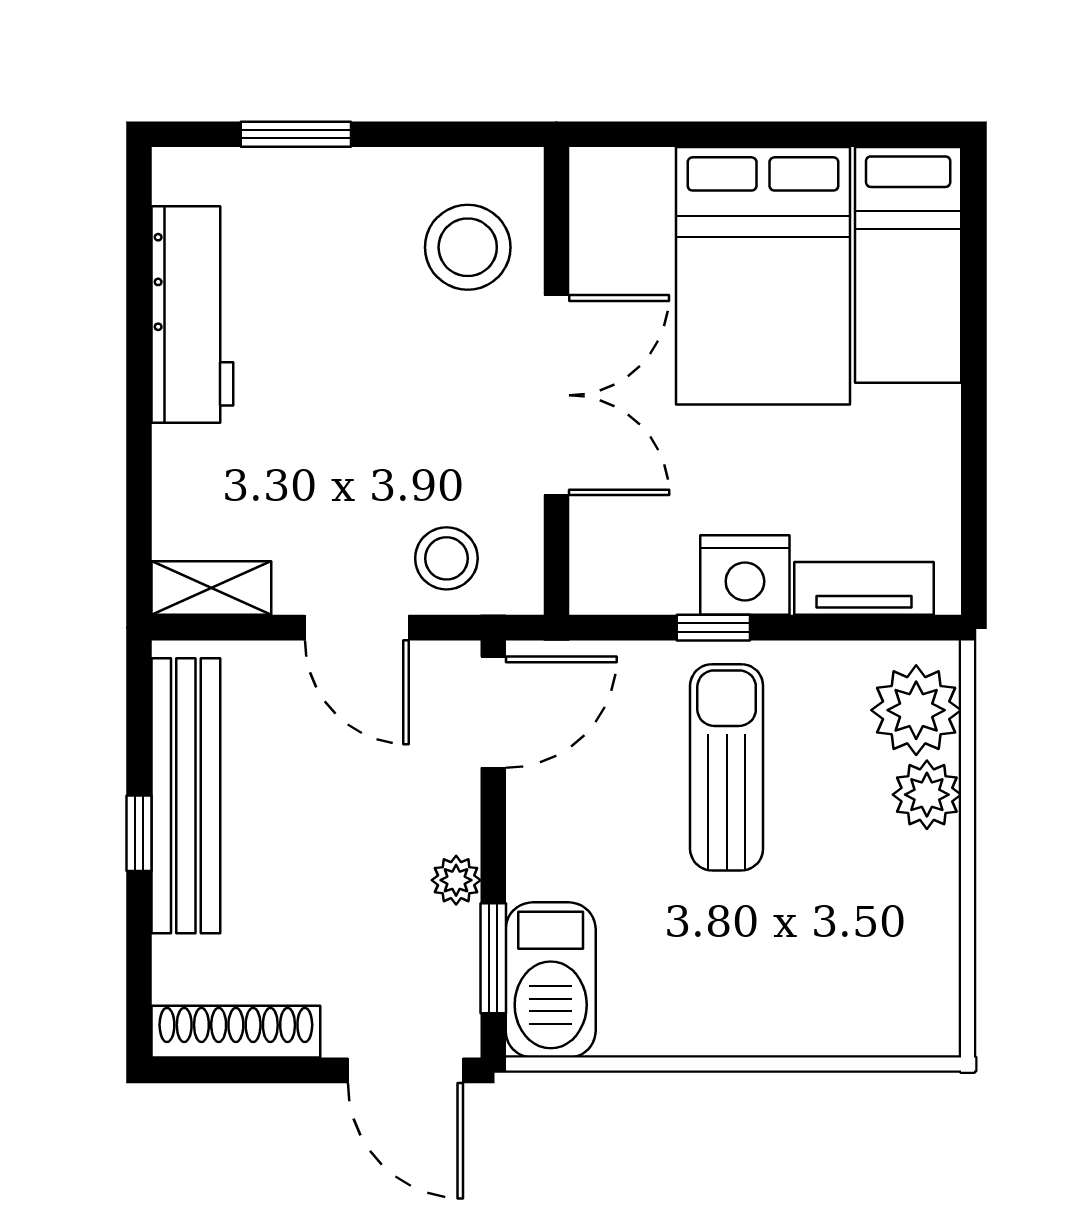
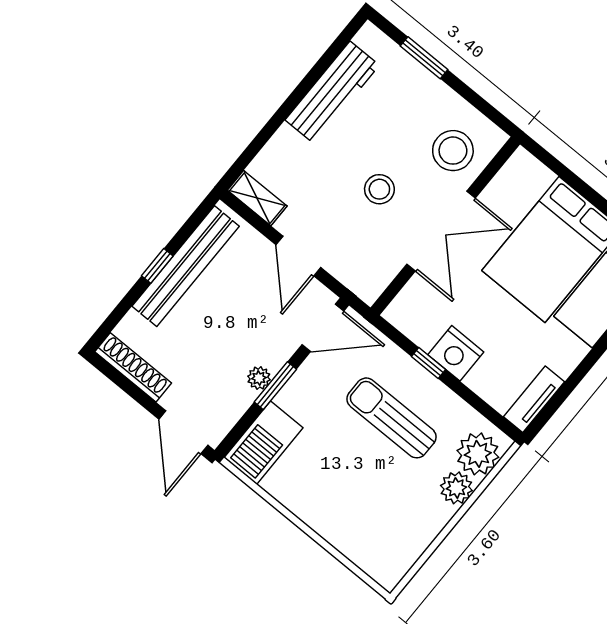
stool: (446, 558) -> (379, 189), moved
tv unit: (864, 588) -> (534, 399), moved, turned -90
sun lounger: (727, 767) -> (391, 418), turned -90
window: (493, 958) -> (275, 386), moved

